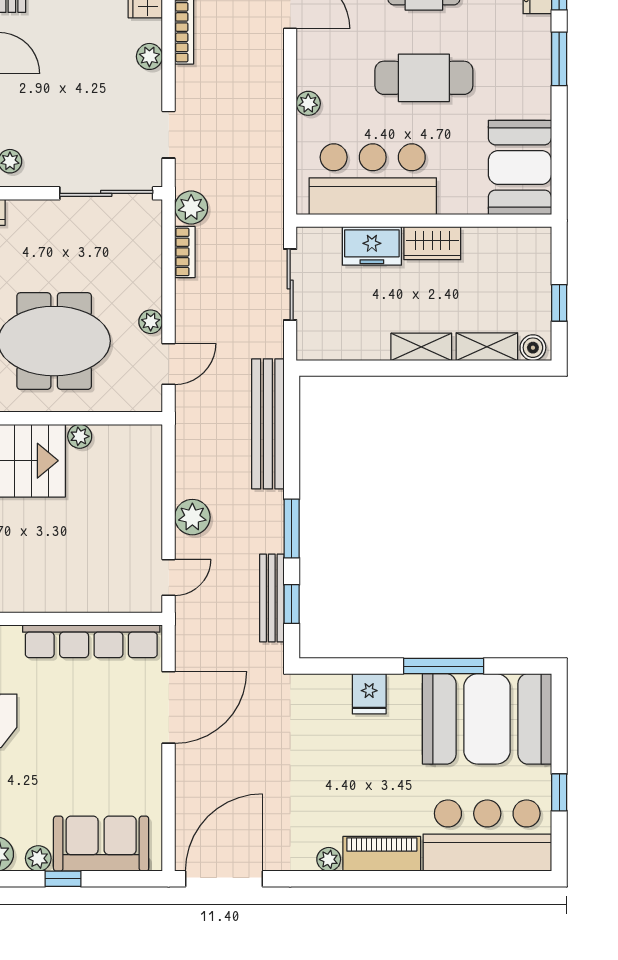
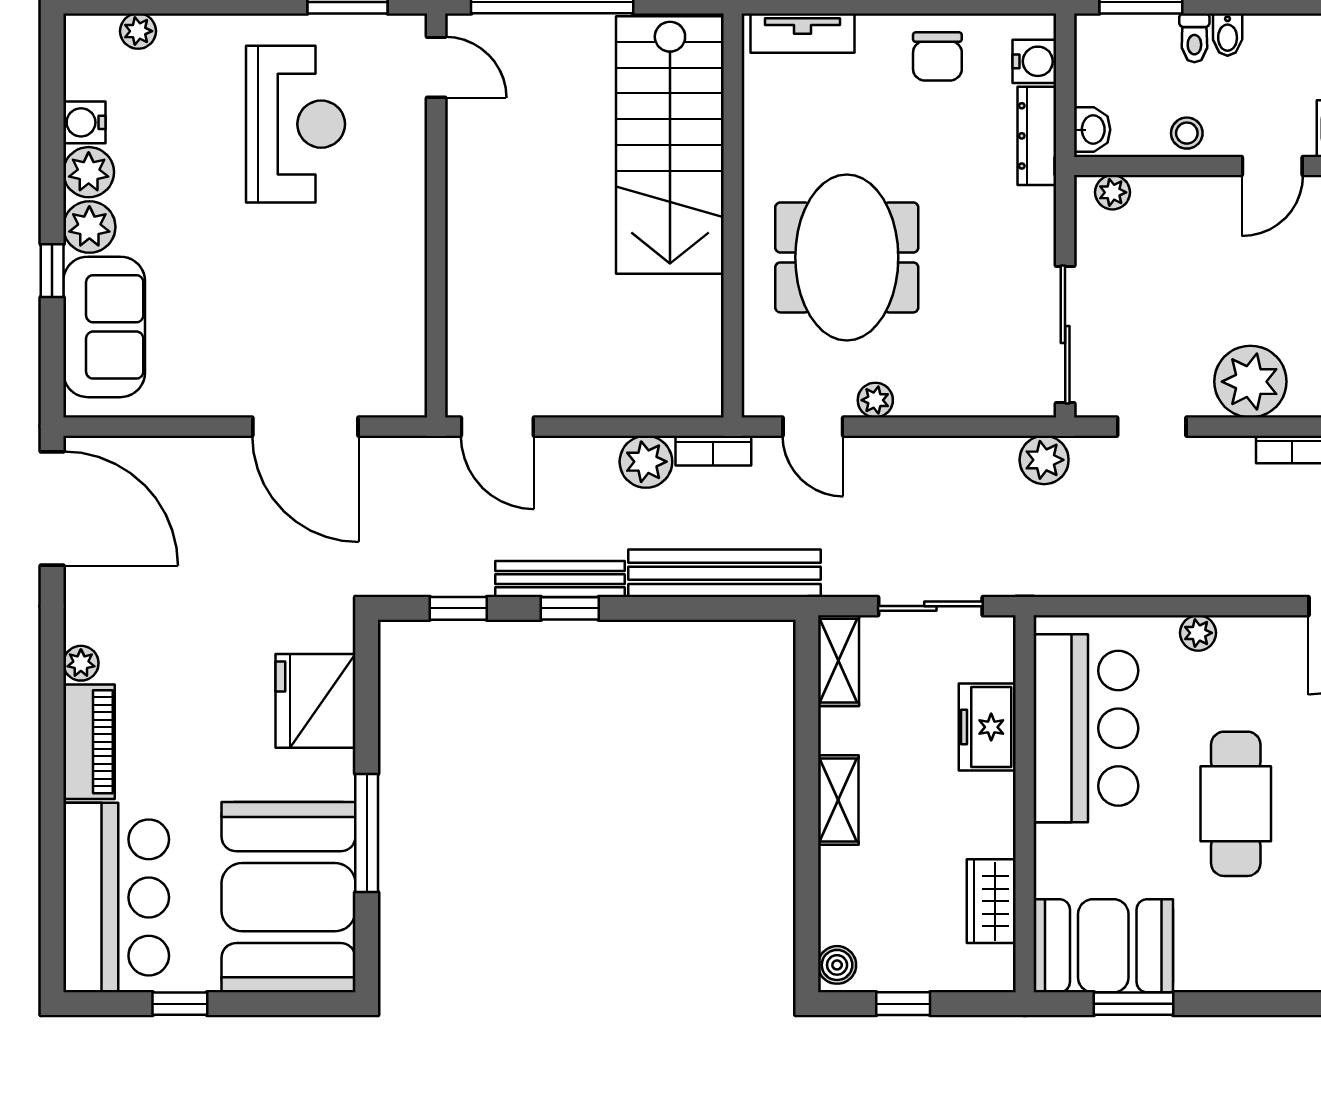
plant: (149, 56) -> (1250, 382), width x1.87, depth x1.87
window: (559, 59) -> (1133, 1004), moved
wardrobe: (432, 243) -> (991, 901), moved
bookcase: (185, 252) -> (713, 451), moved
shelving: (487, 347) -> (838, 661), moved
plant: (80, 436) -> (706, 295), removed
plant: (192, 517) -> (646, 462), moved
window: (292, 529) -> (570, 608), width x0.67
door: (169, 577) -> (497, 427), width x1.38
bench: (272, 598) -> (560, 579), moved
row of seats: (91, 641) -> (403, 312), removed
fridge: (369, 694) -> (316, 701), width x1.88, depth x1.34
plant: (38, 858) -> (89, 227), width x1.38, depth x1.38

